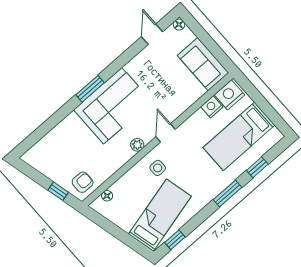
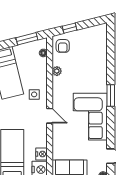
corner sofa: (113, 106) -> (90, 117), moved
plant: (137, 145) -> (57, 71), moved
window: (107, 225) -> (27, 39), added

